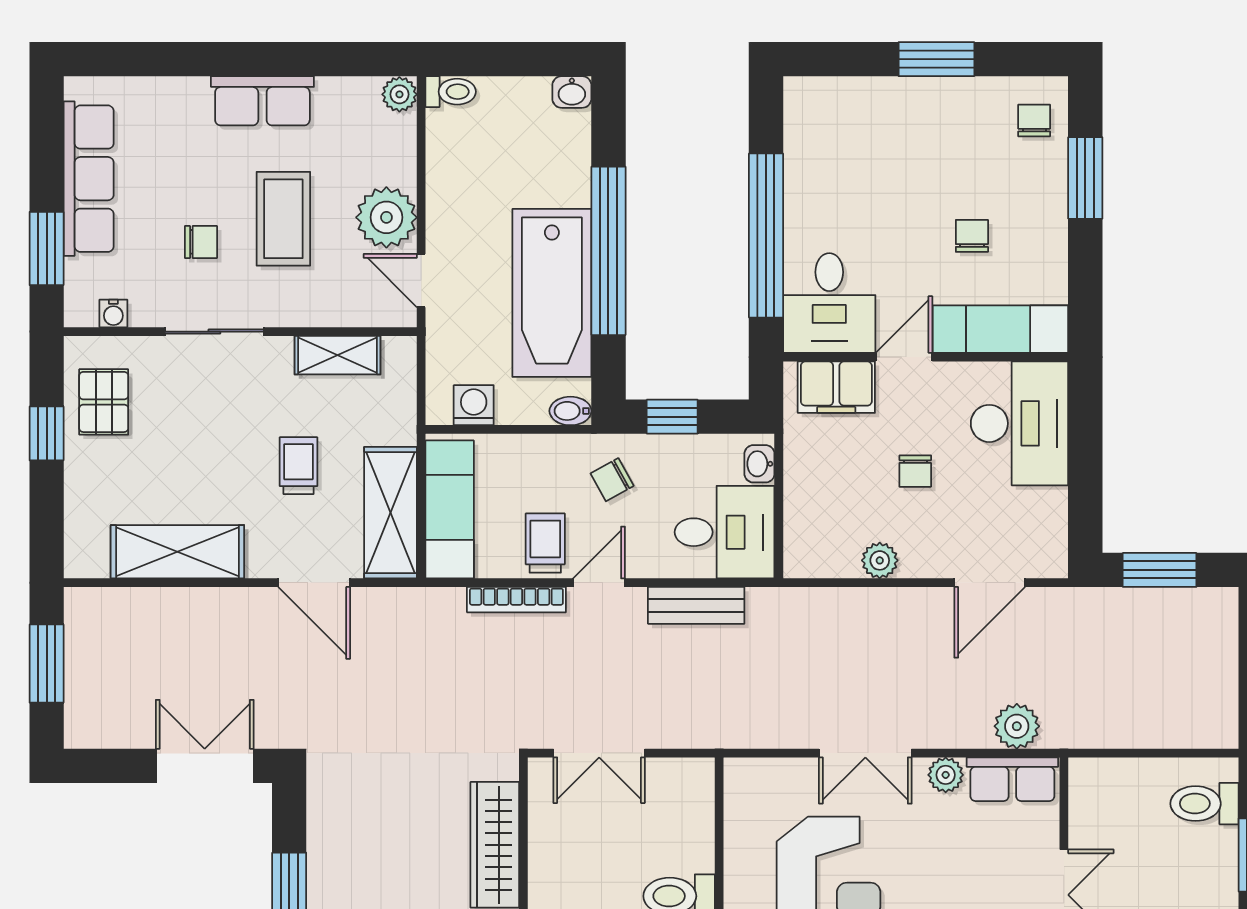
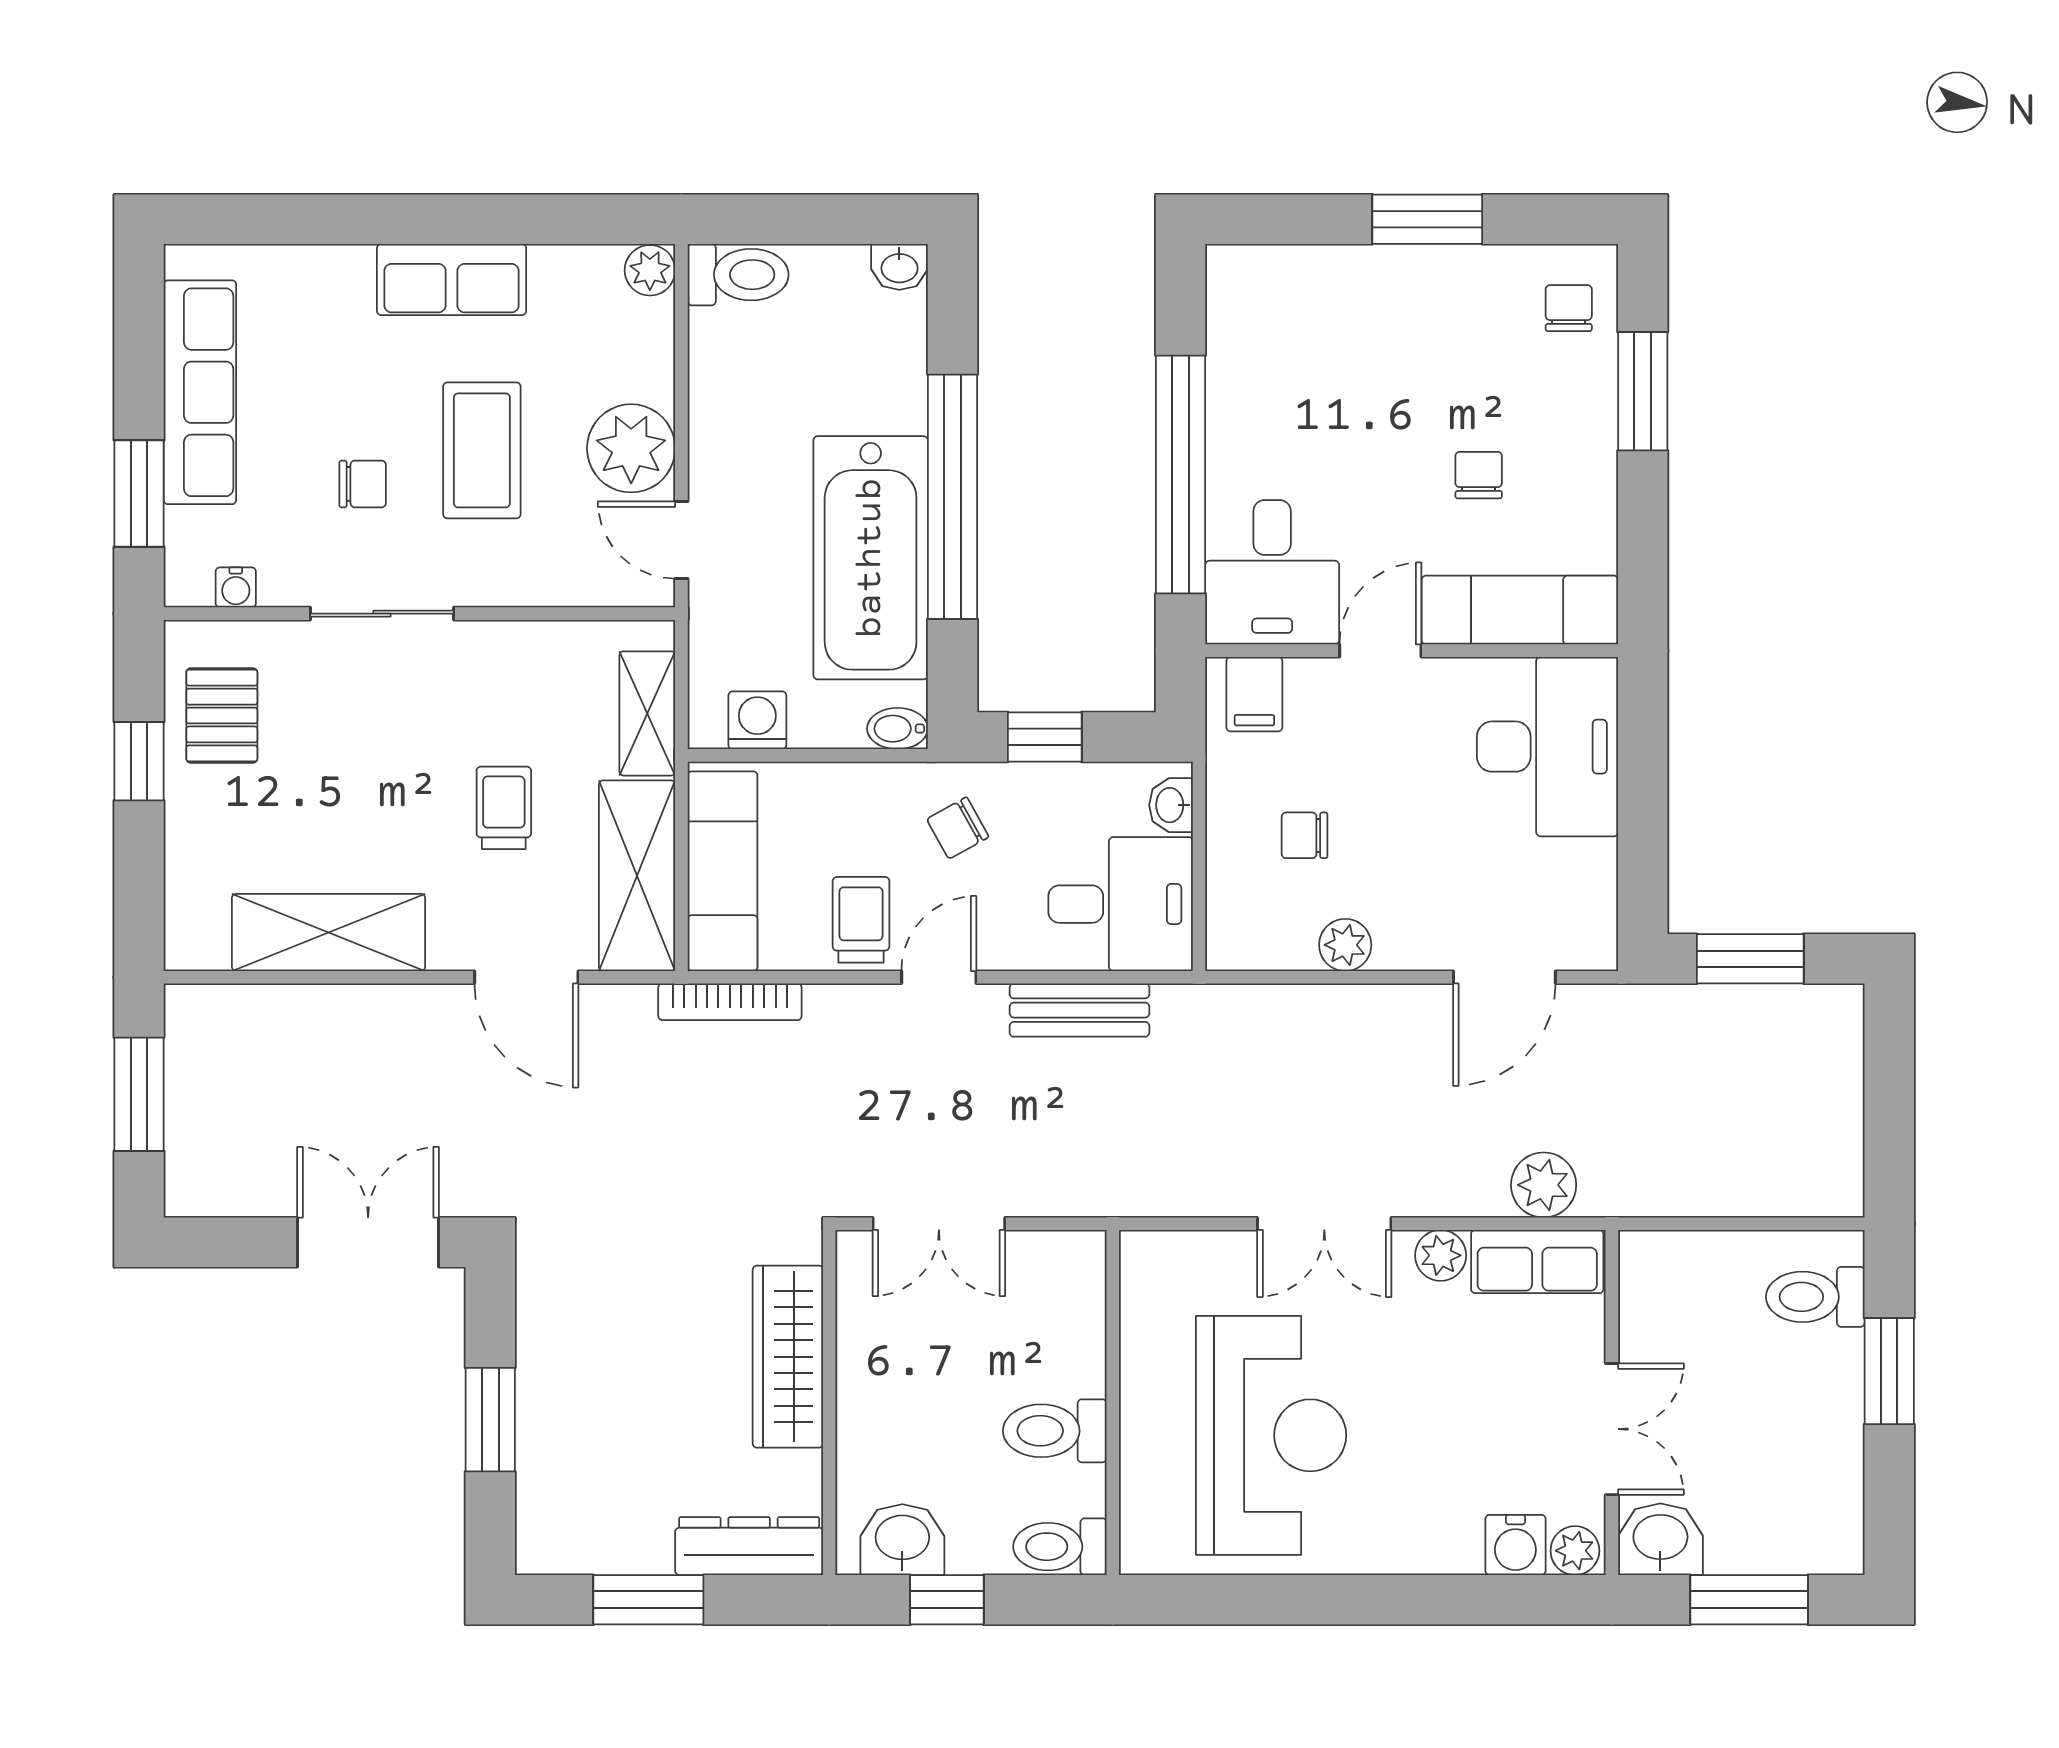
toilet: (451, 92) -> (738, 275), width x1.37, depth x1.39
shelving: (337, 355) -> (647, 713), moved, turned 90
filing cabinet: (836, 387) -> (1254, 694), width x0.50
chair: (915, 471) -> (1305, 835), moved, turned 90
bookcase: (516, 600) -> (730, 1002), moved

